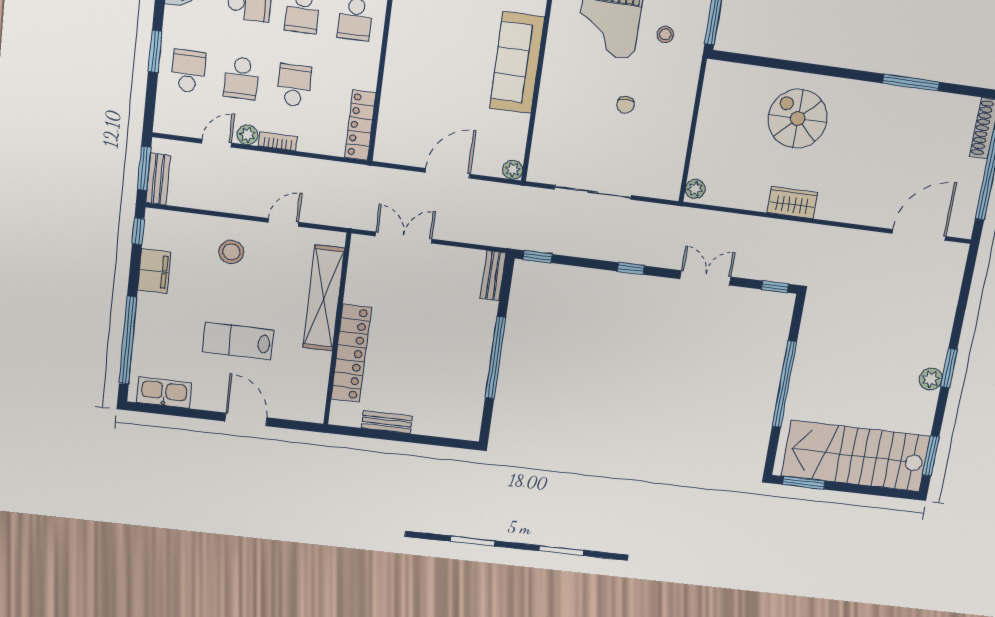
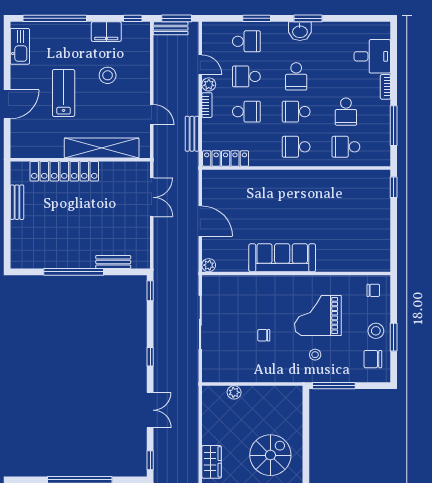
bench: (318, 168) -> (192, 134), added
plant: (695, 189) -> (234, 392), moved
stool: (231, 252) -> (108, 75), moved
bench: (493, 276) -> (113, 262), moved

